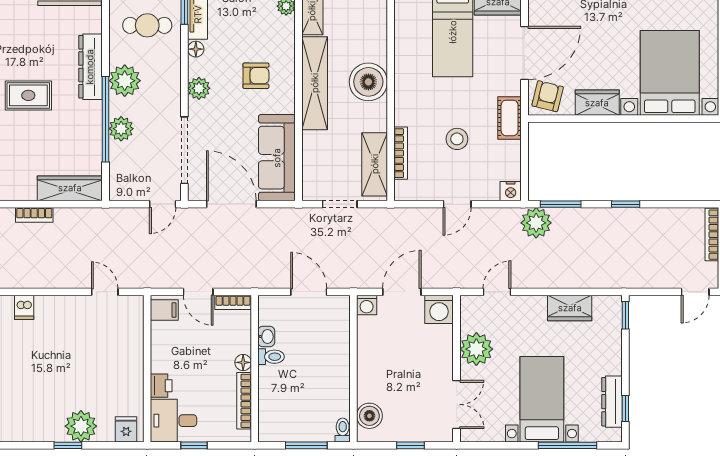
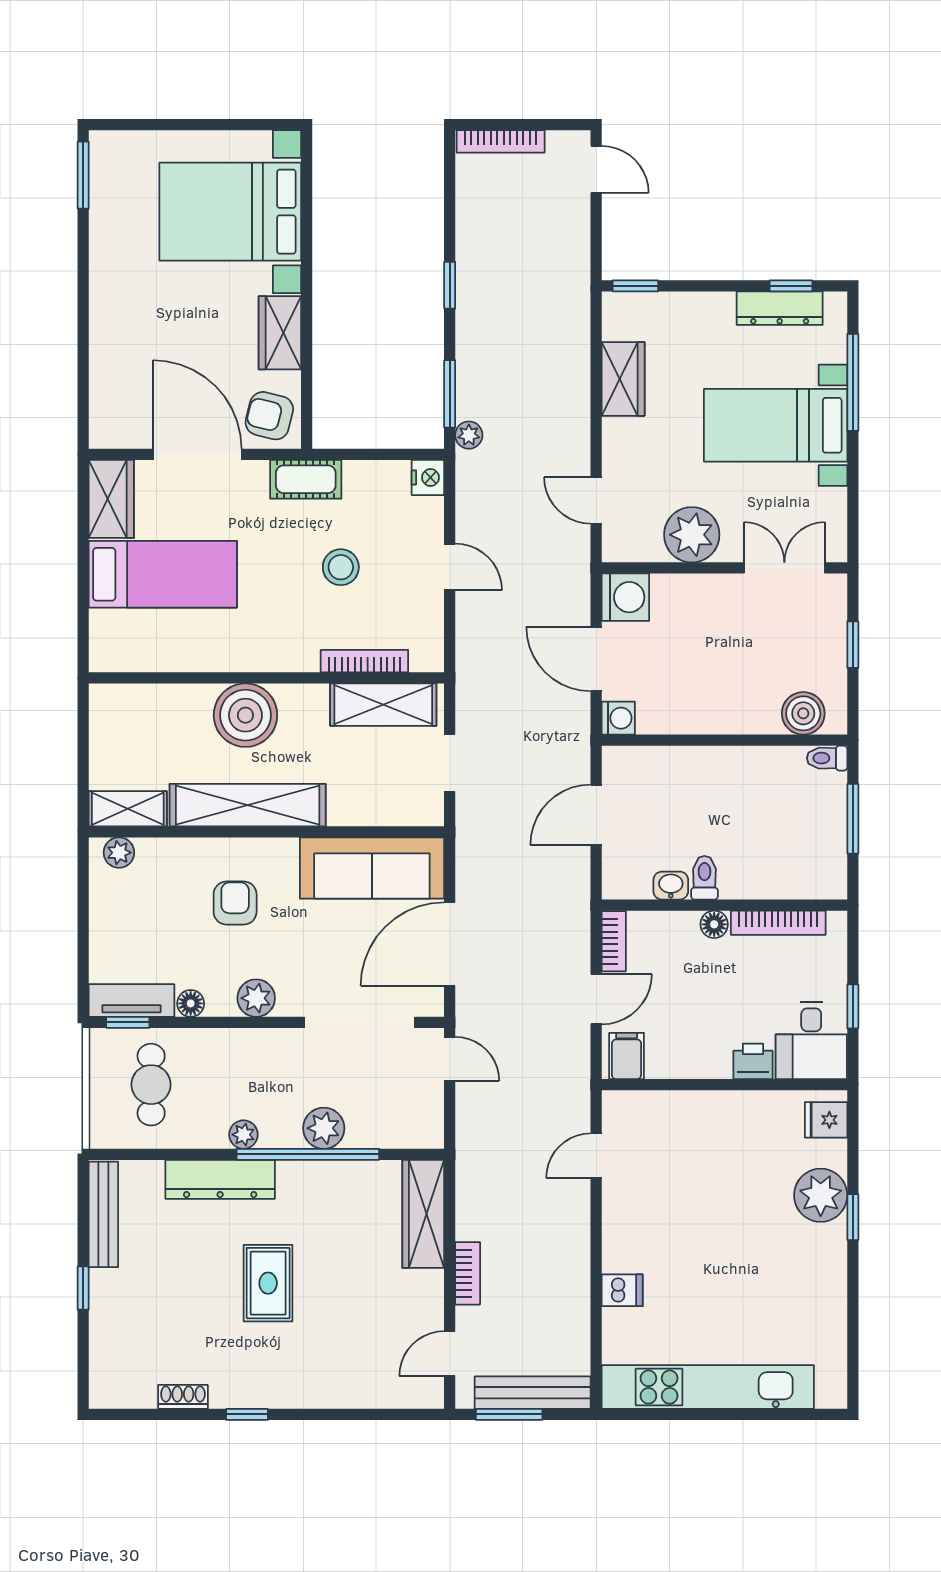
plant: (125, 81) -> (243, 1135), width x0.53, depth x0.53
plant: (536, 223) -> (469, 435), width x0.53, depth x0.53

